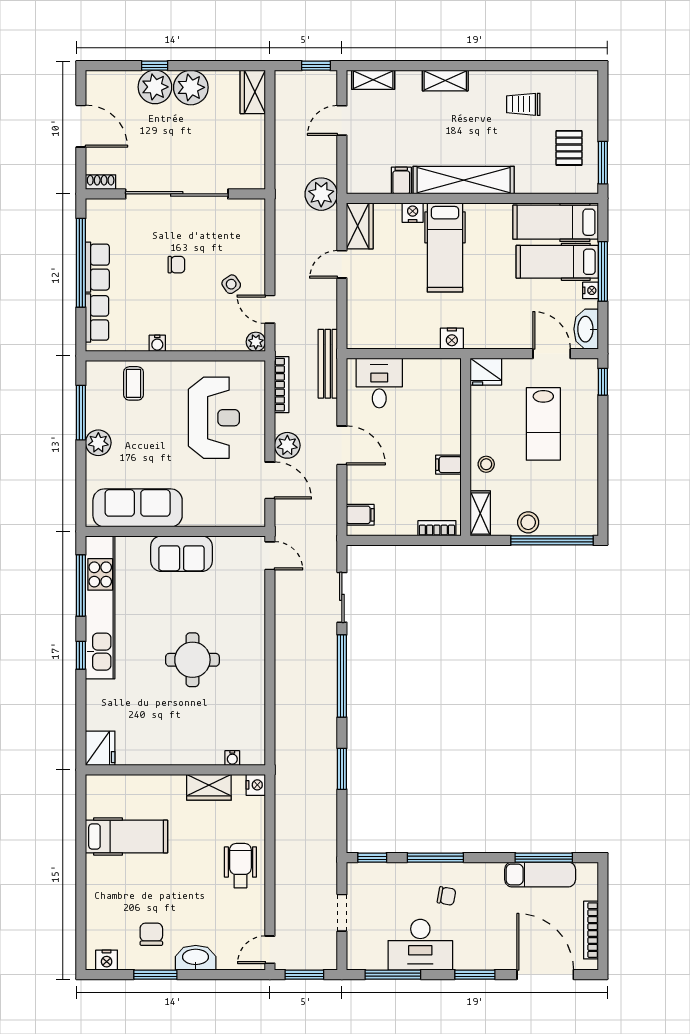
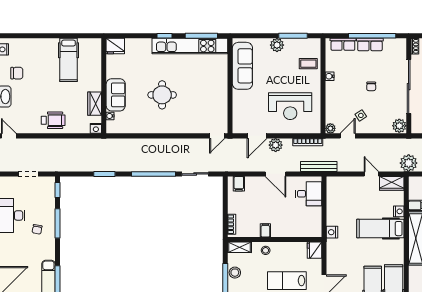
plant: (251, 212) -> (399, 126), added
door: (342, 445) -> (276, 174), hinge flipped
sofa: (182, 554) -> (116, 95), moved, turned 180

